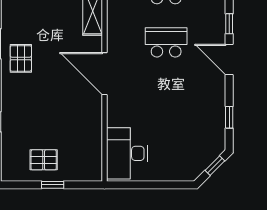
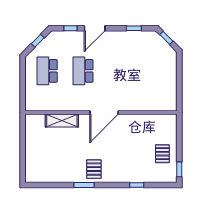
pallet: (21, 58) -> (94, 169), turned 90
desk: (127, 153) -> (158, 97), removed
window: (53, 185) -> (179, 169), moved

